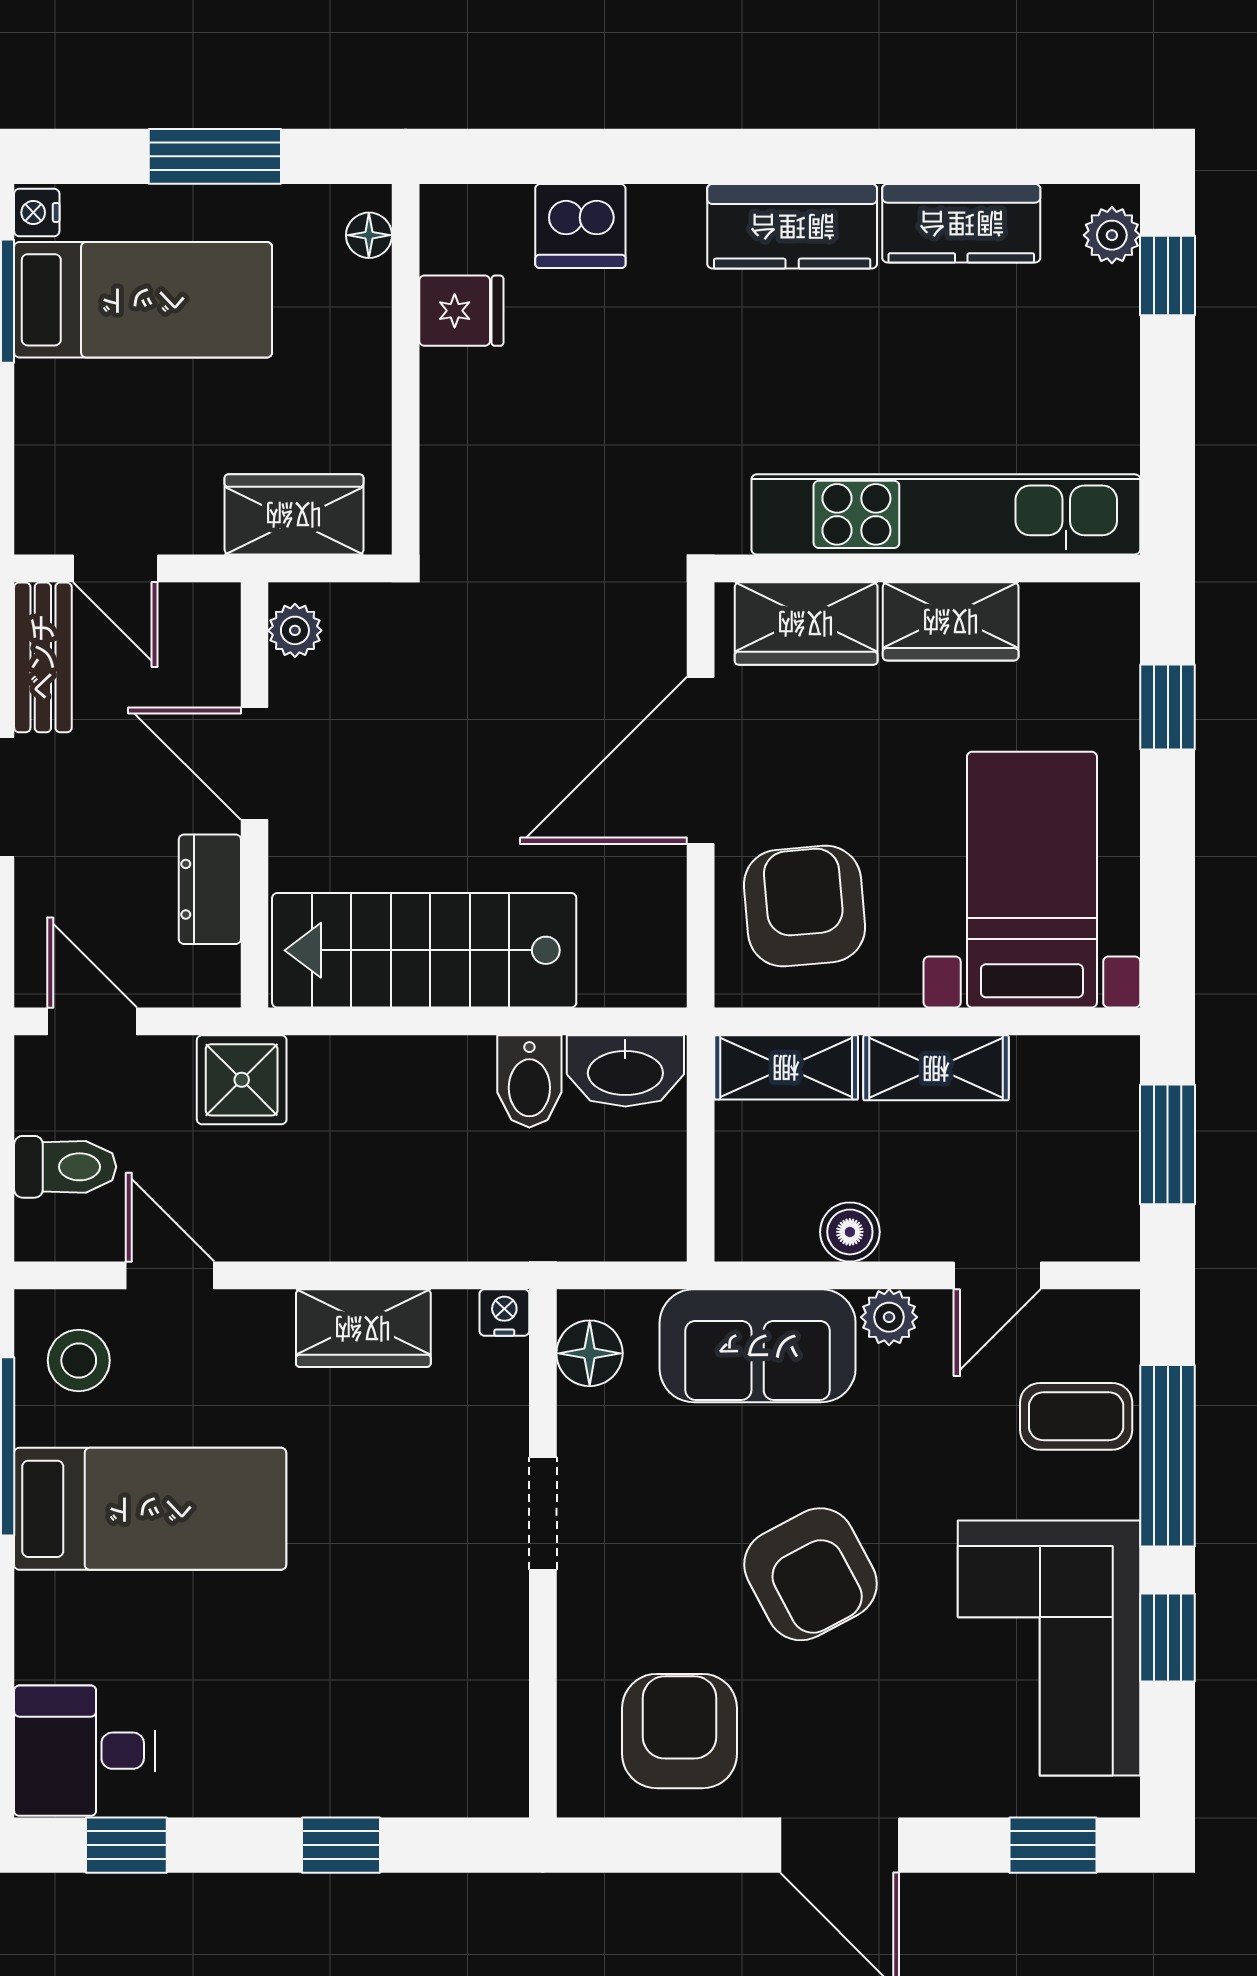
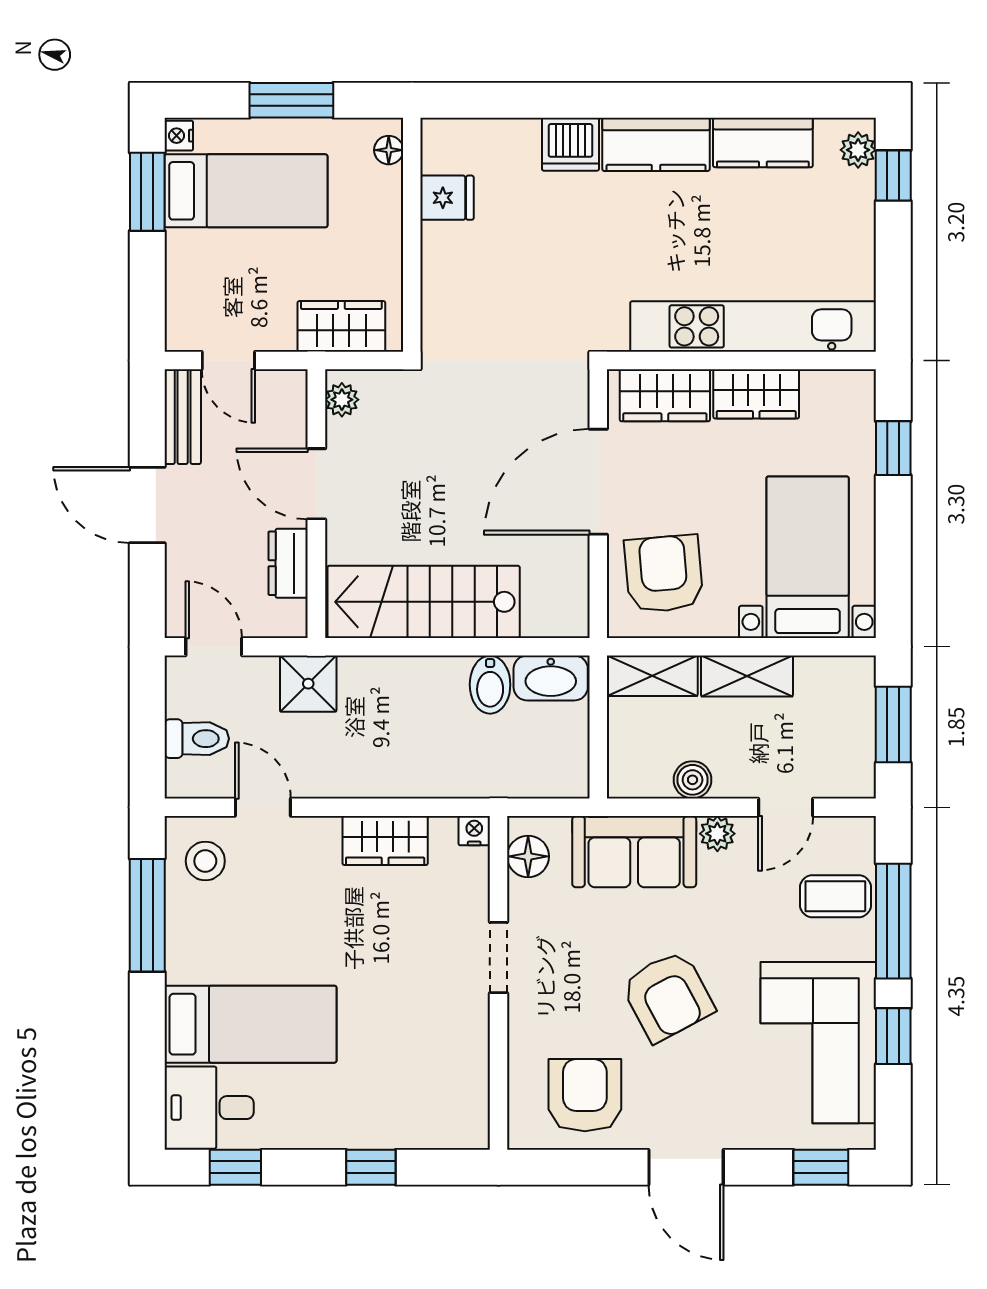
dishwasher: (580, 226) -> (570, 144), moved
bed: (150, 1509) -> (250, 1024), moved

